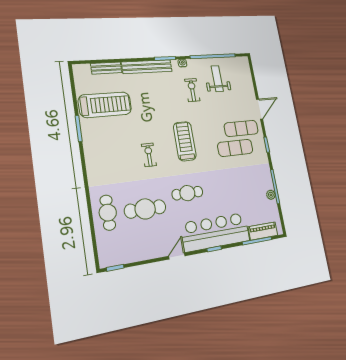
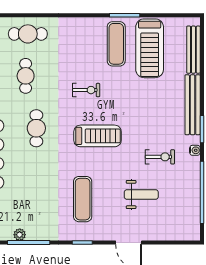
bench: (106, 68) -> (193, 50), width x1.36
weight bench: (217, 79) -> (141, 195), moved
exercise mat: (241, 128) -> (116, 44), moved
cafe table: (145, 209) -> (26, 76), width x0.73, depth x0.74

